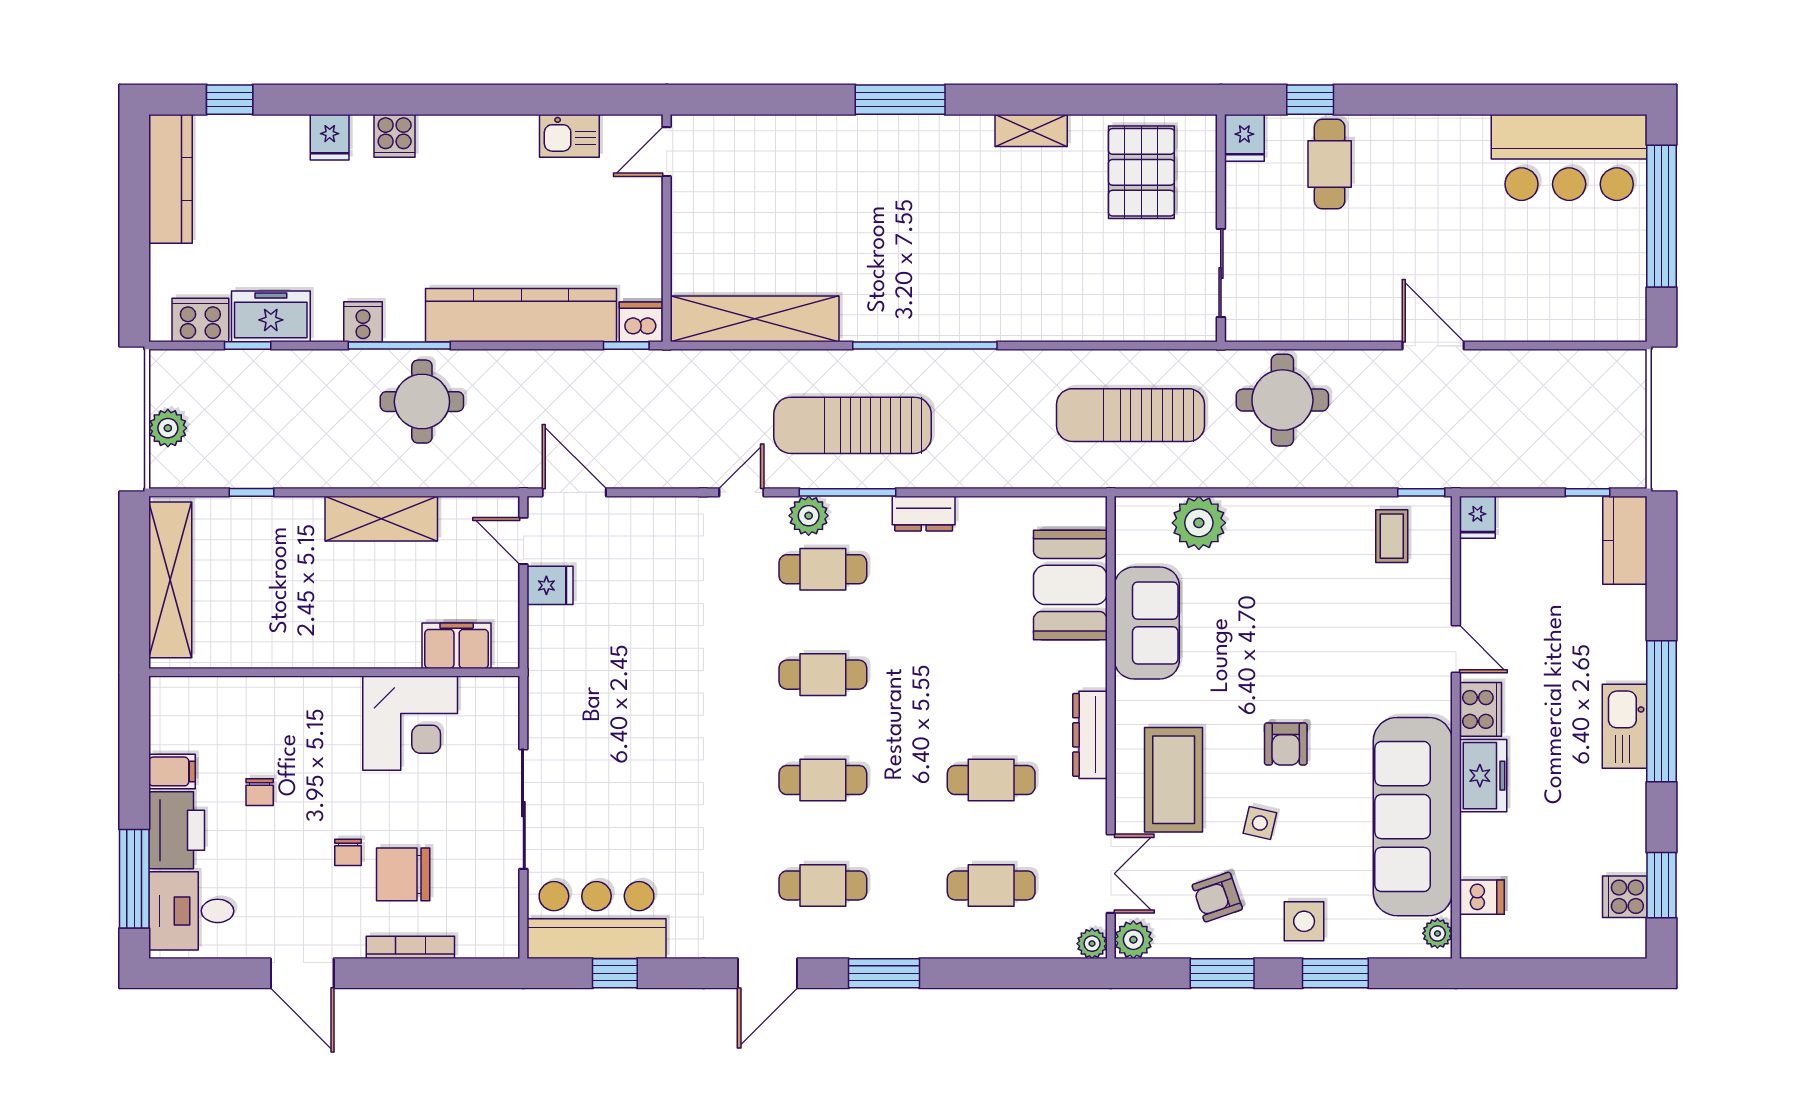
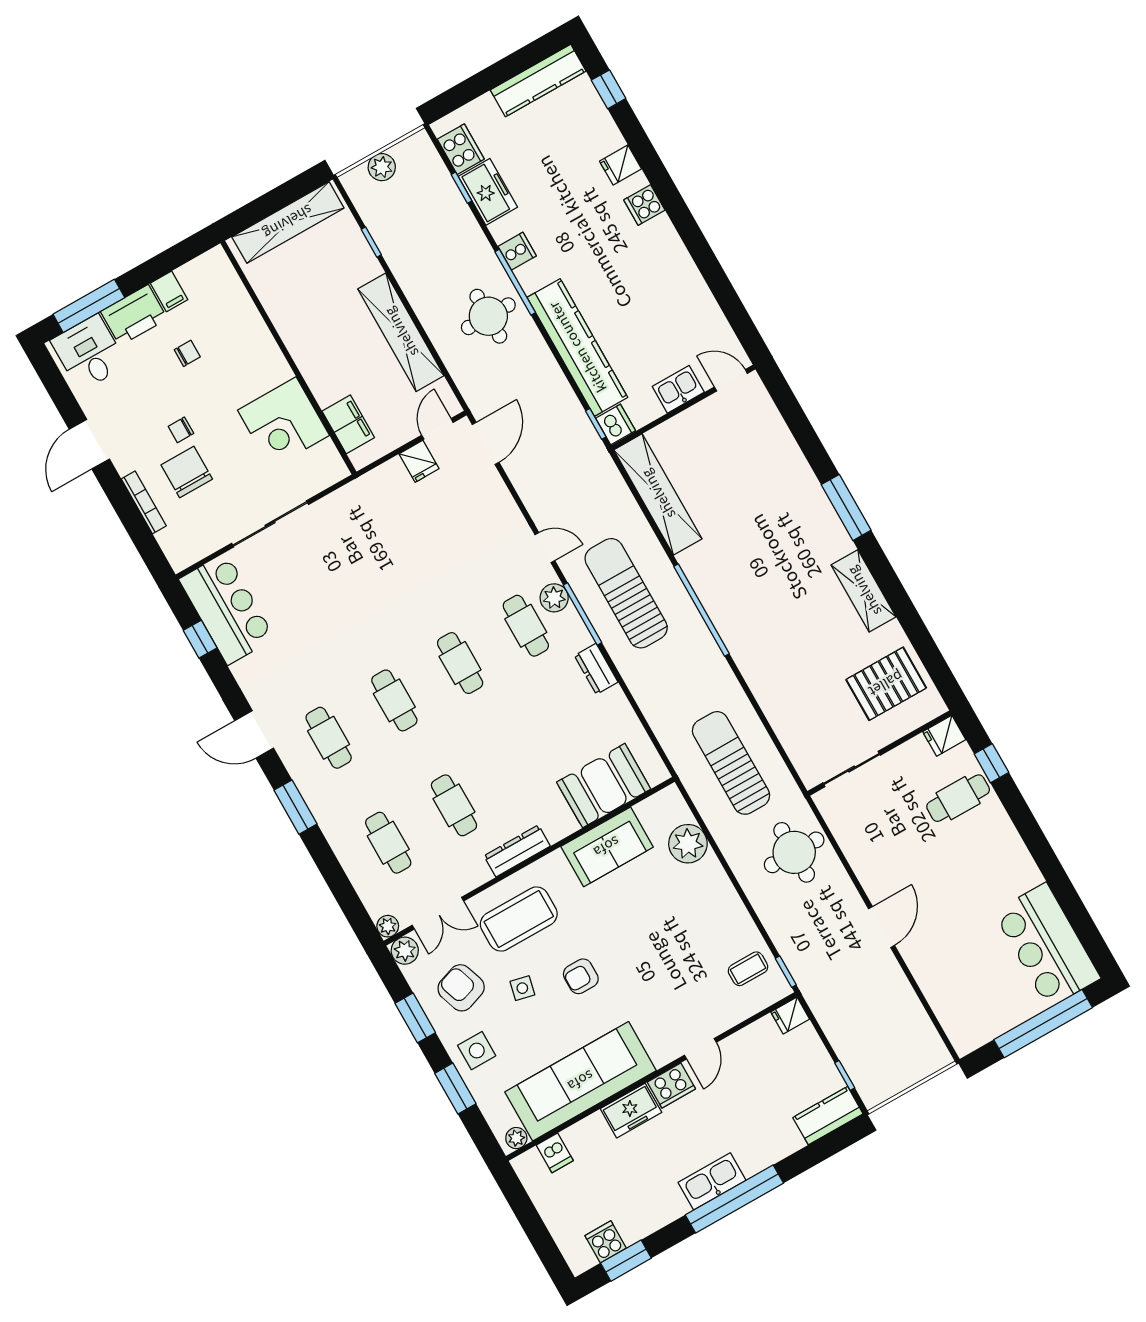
shelving: (1031, 130) -> (864, 591), width x1.50, depth x1.33
kitchen sink: (569, 136) -> (678, 389), moved, turned 90
shelving: (381, 519) -> (401, 332), width x1.47
chair: (260, 792) -> (187, 353), turned 180
armchair: (1217, 897) -> (461, 988), width x1.38, depth x1.38

